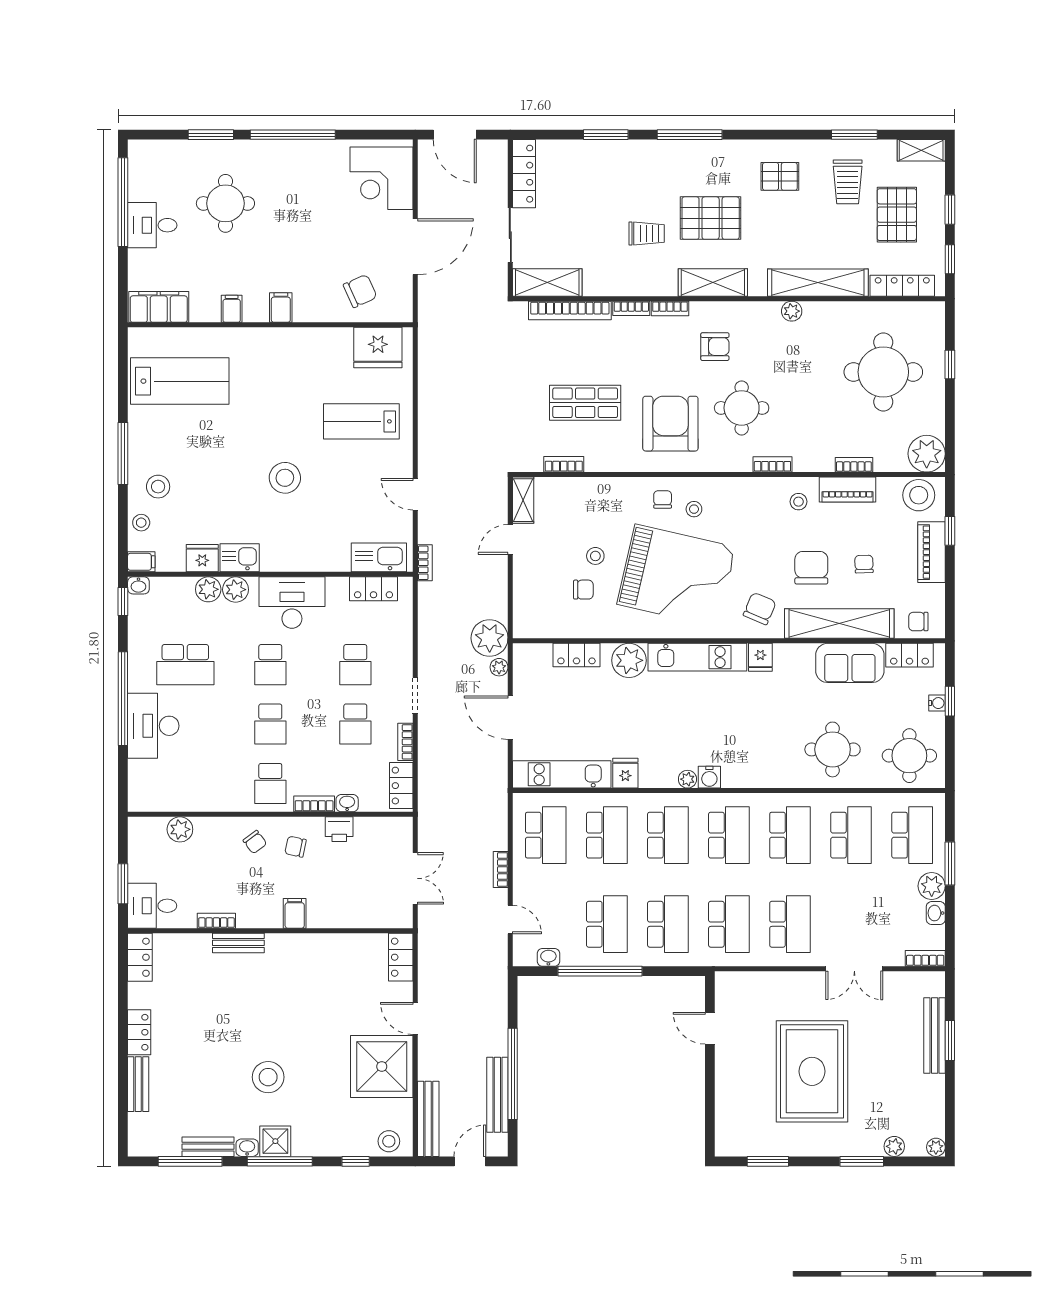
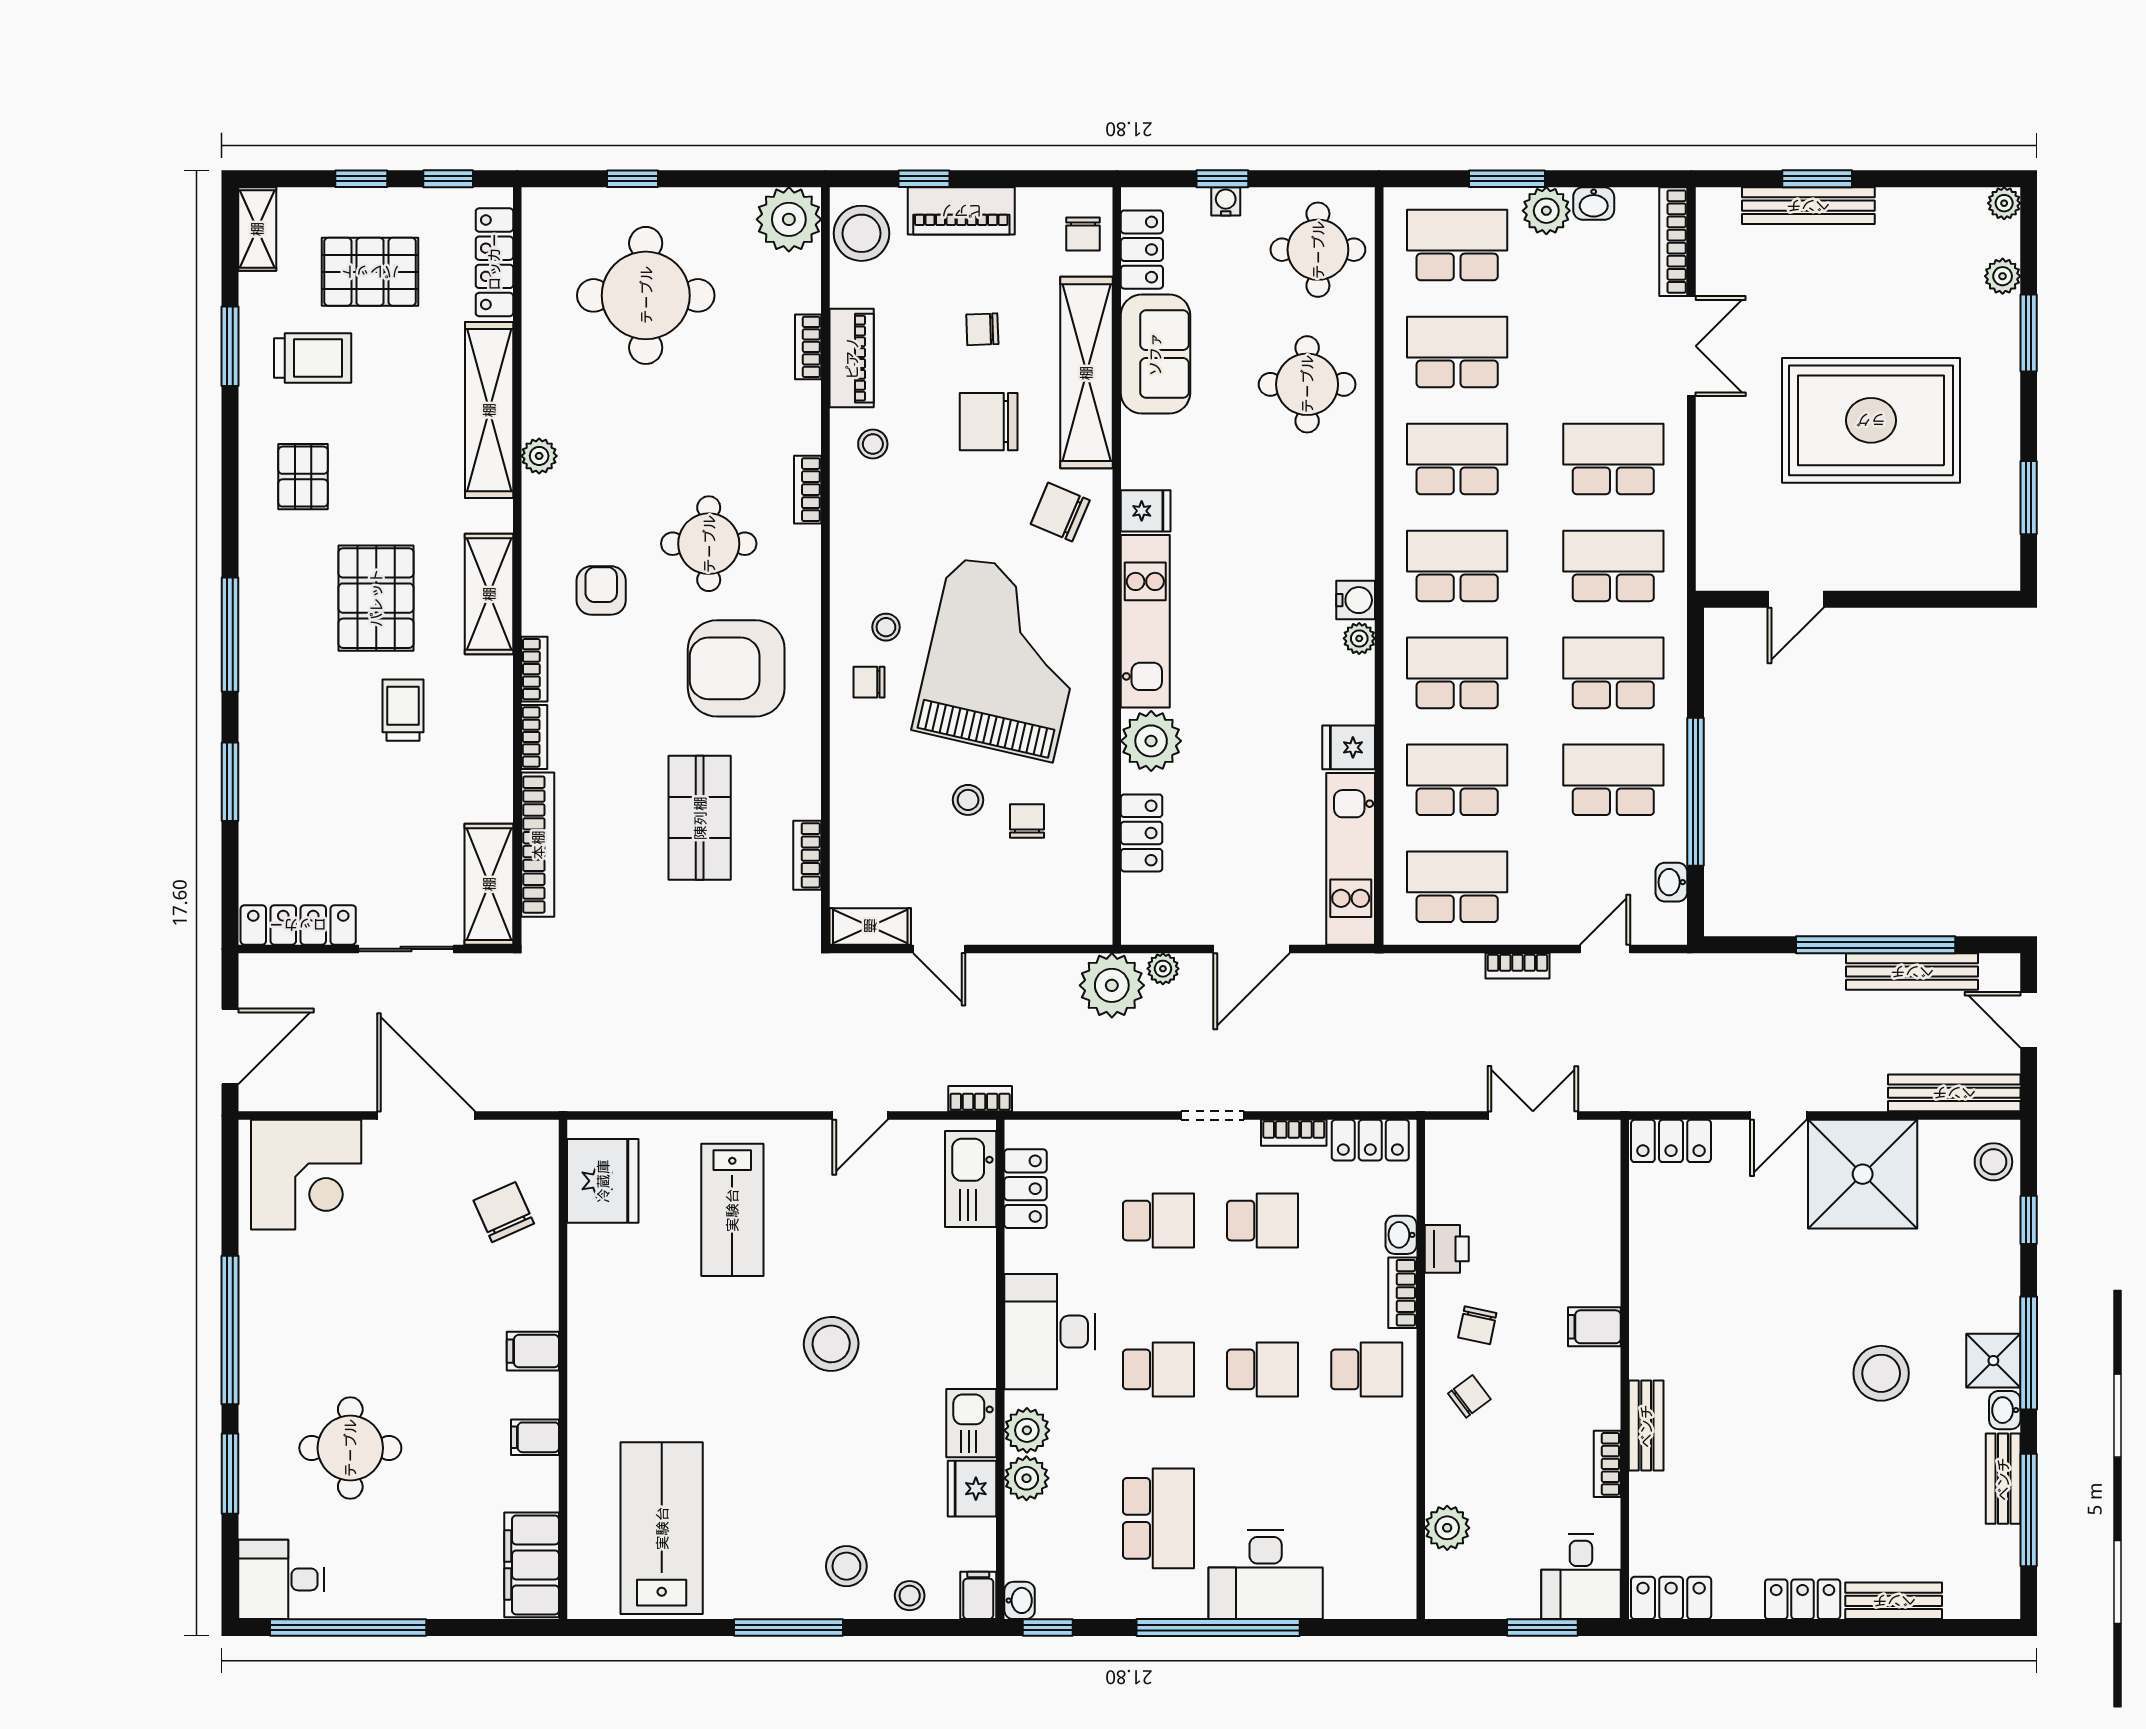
desk: (152, 225) -> (281, 1579), moved, turned 90
bookcase: (925, 958) -> (1673, 242), width x1.56

